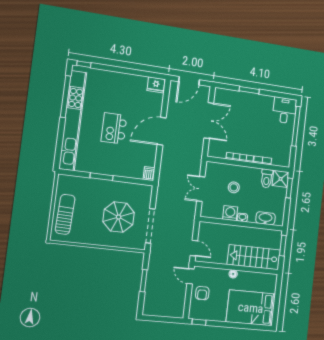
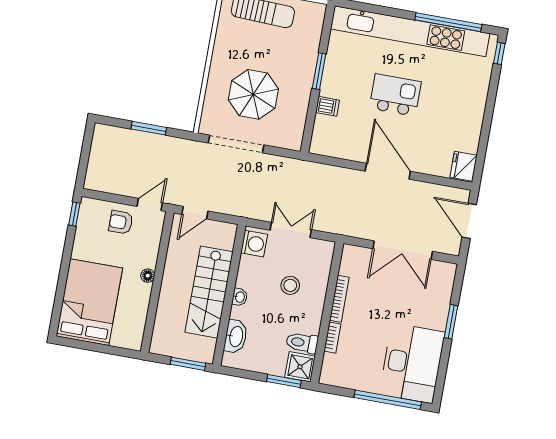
desk: (284, 110) -> (412, 363), width x1.87, depth x1.30
dishwasher: (149, 174) -> (327, 106), moved
washing machine: (230, 213) -> (254, 244), moved
stairs: (254, 257) -> (209, 292), moved, turned 180

